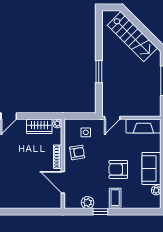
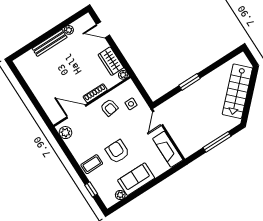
door: (112, 118) -> (158, 118), hinge flipped
door: (63, 182) -> (76, 112), hinge flipped
plant: (87, 203) -> (66, 133), moved
window: (100, 212) -> (91, 189), moved

